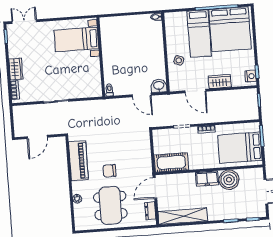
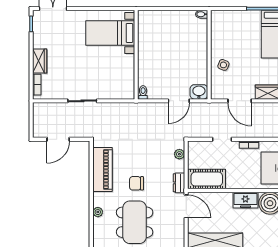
bed: (199, 34) -> (249, 36), removed
door: (142, 95) -> (179, 101), hinge flipped
plant: (146, 142) -> (179, 154), added
door: (155, 188) -> (186, 206), swing flipped
dresser: (150, 211) -> (179, 183), moved

